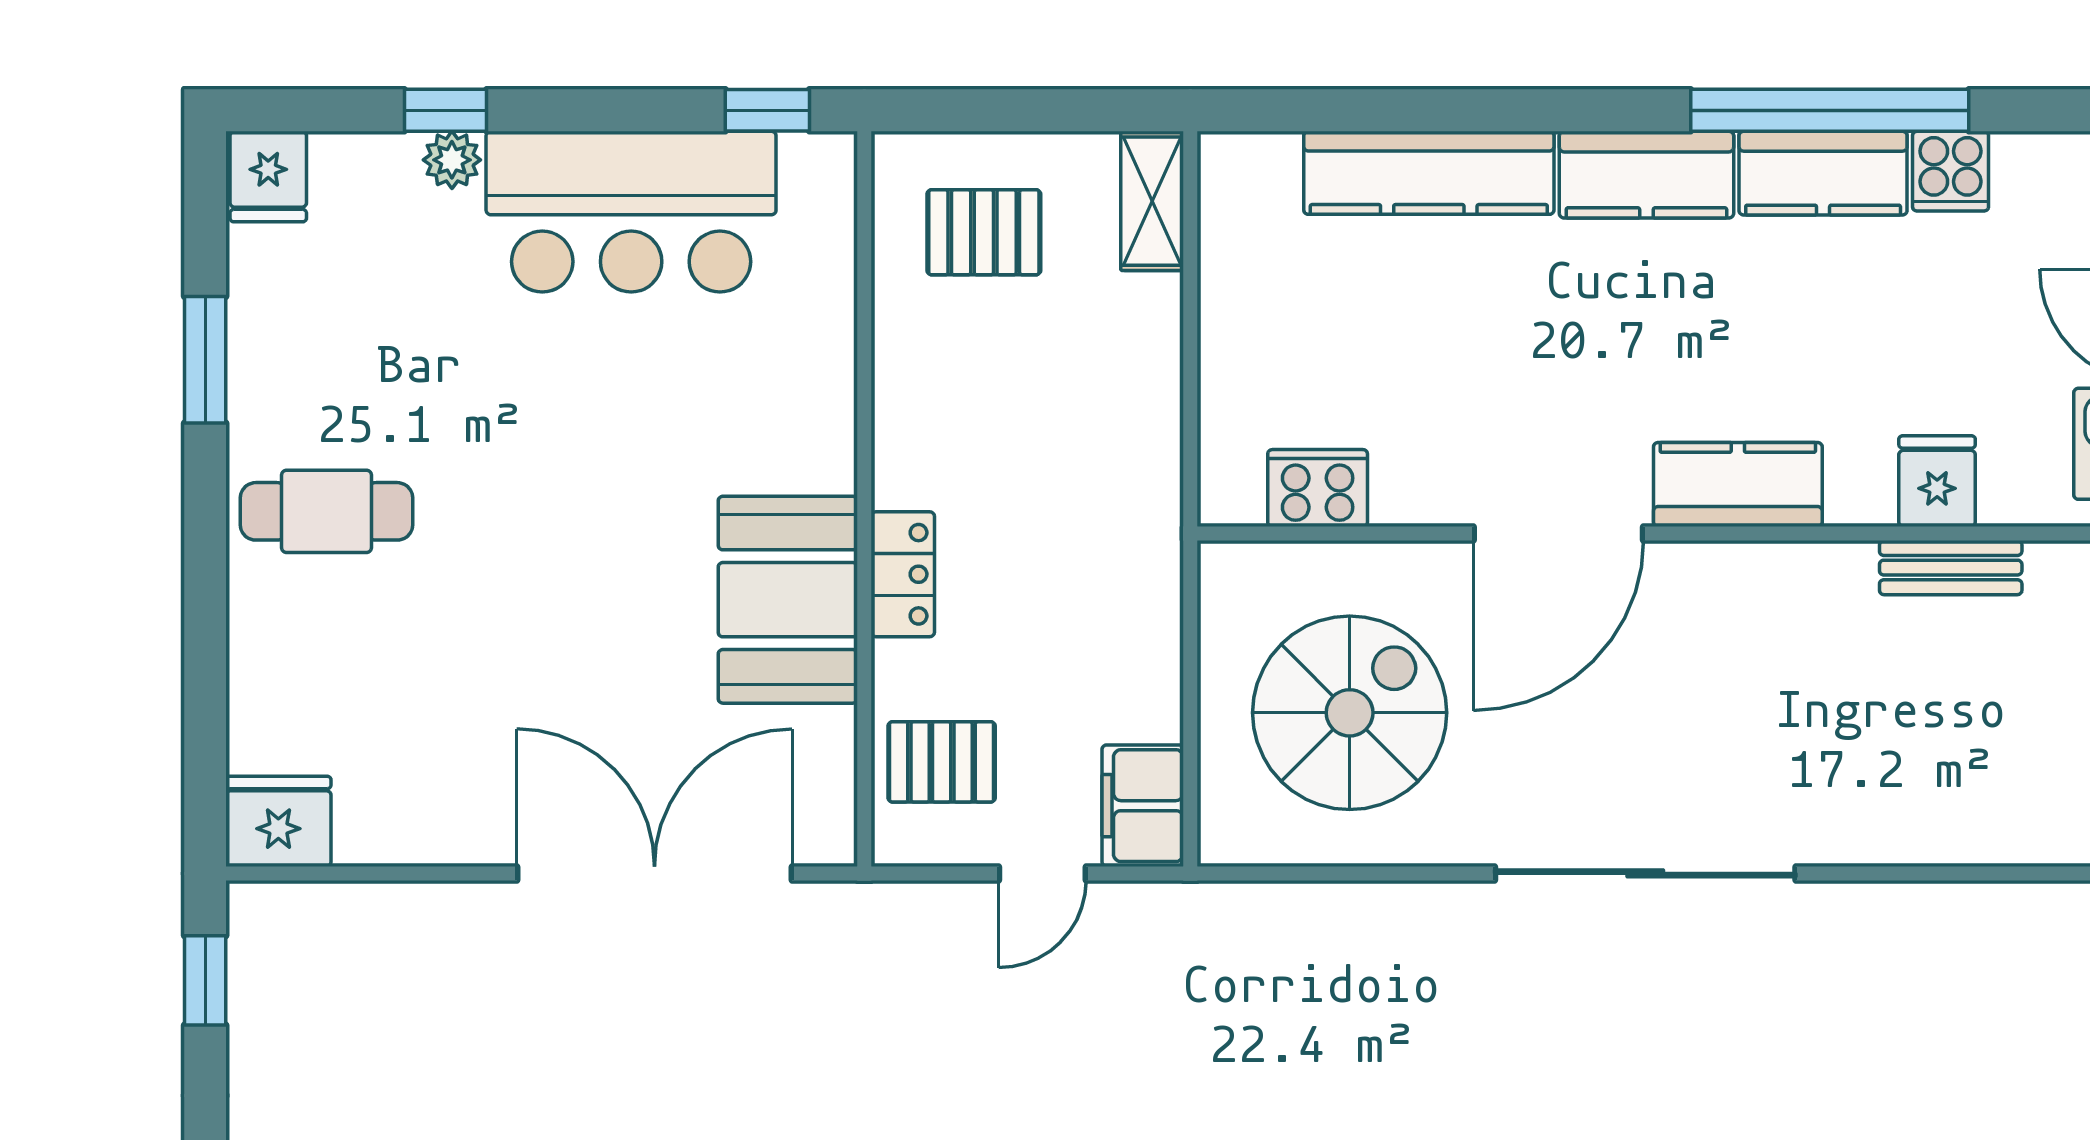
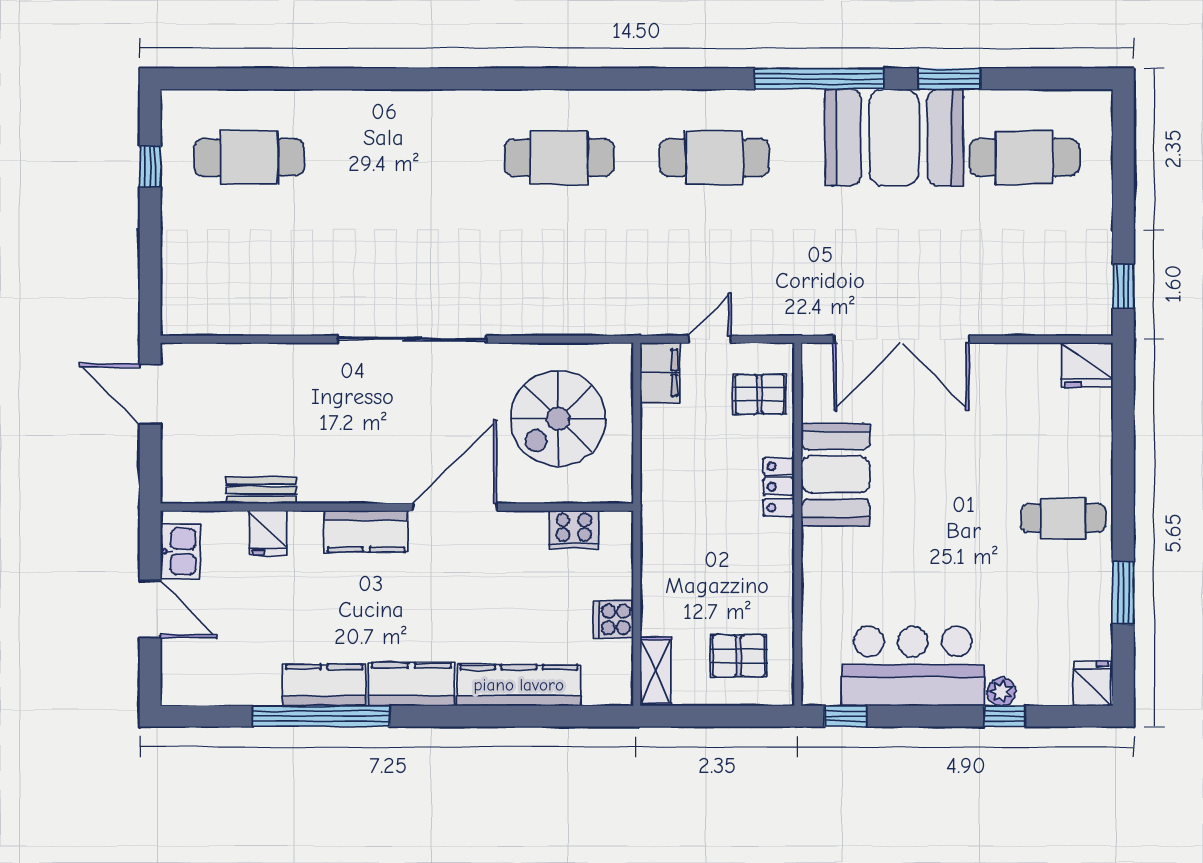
cooker: (1951, 171) -> (613, 619), moved, turned -90

